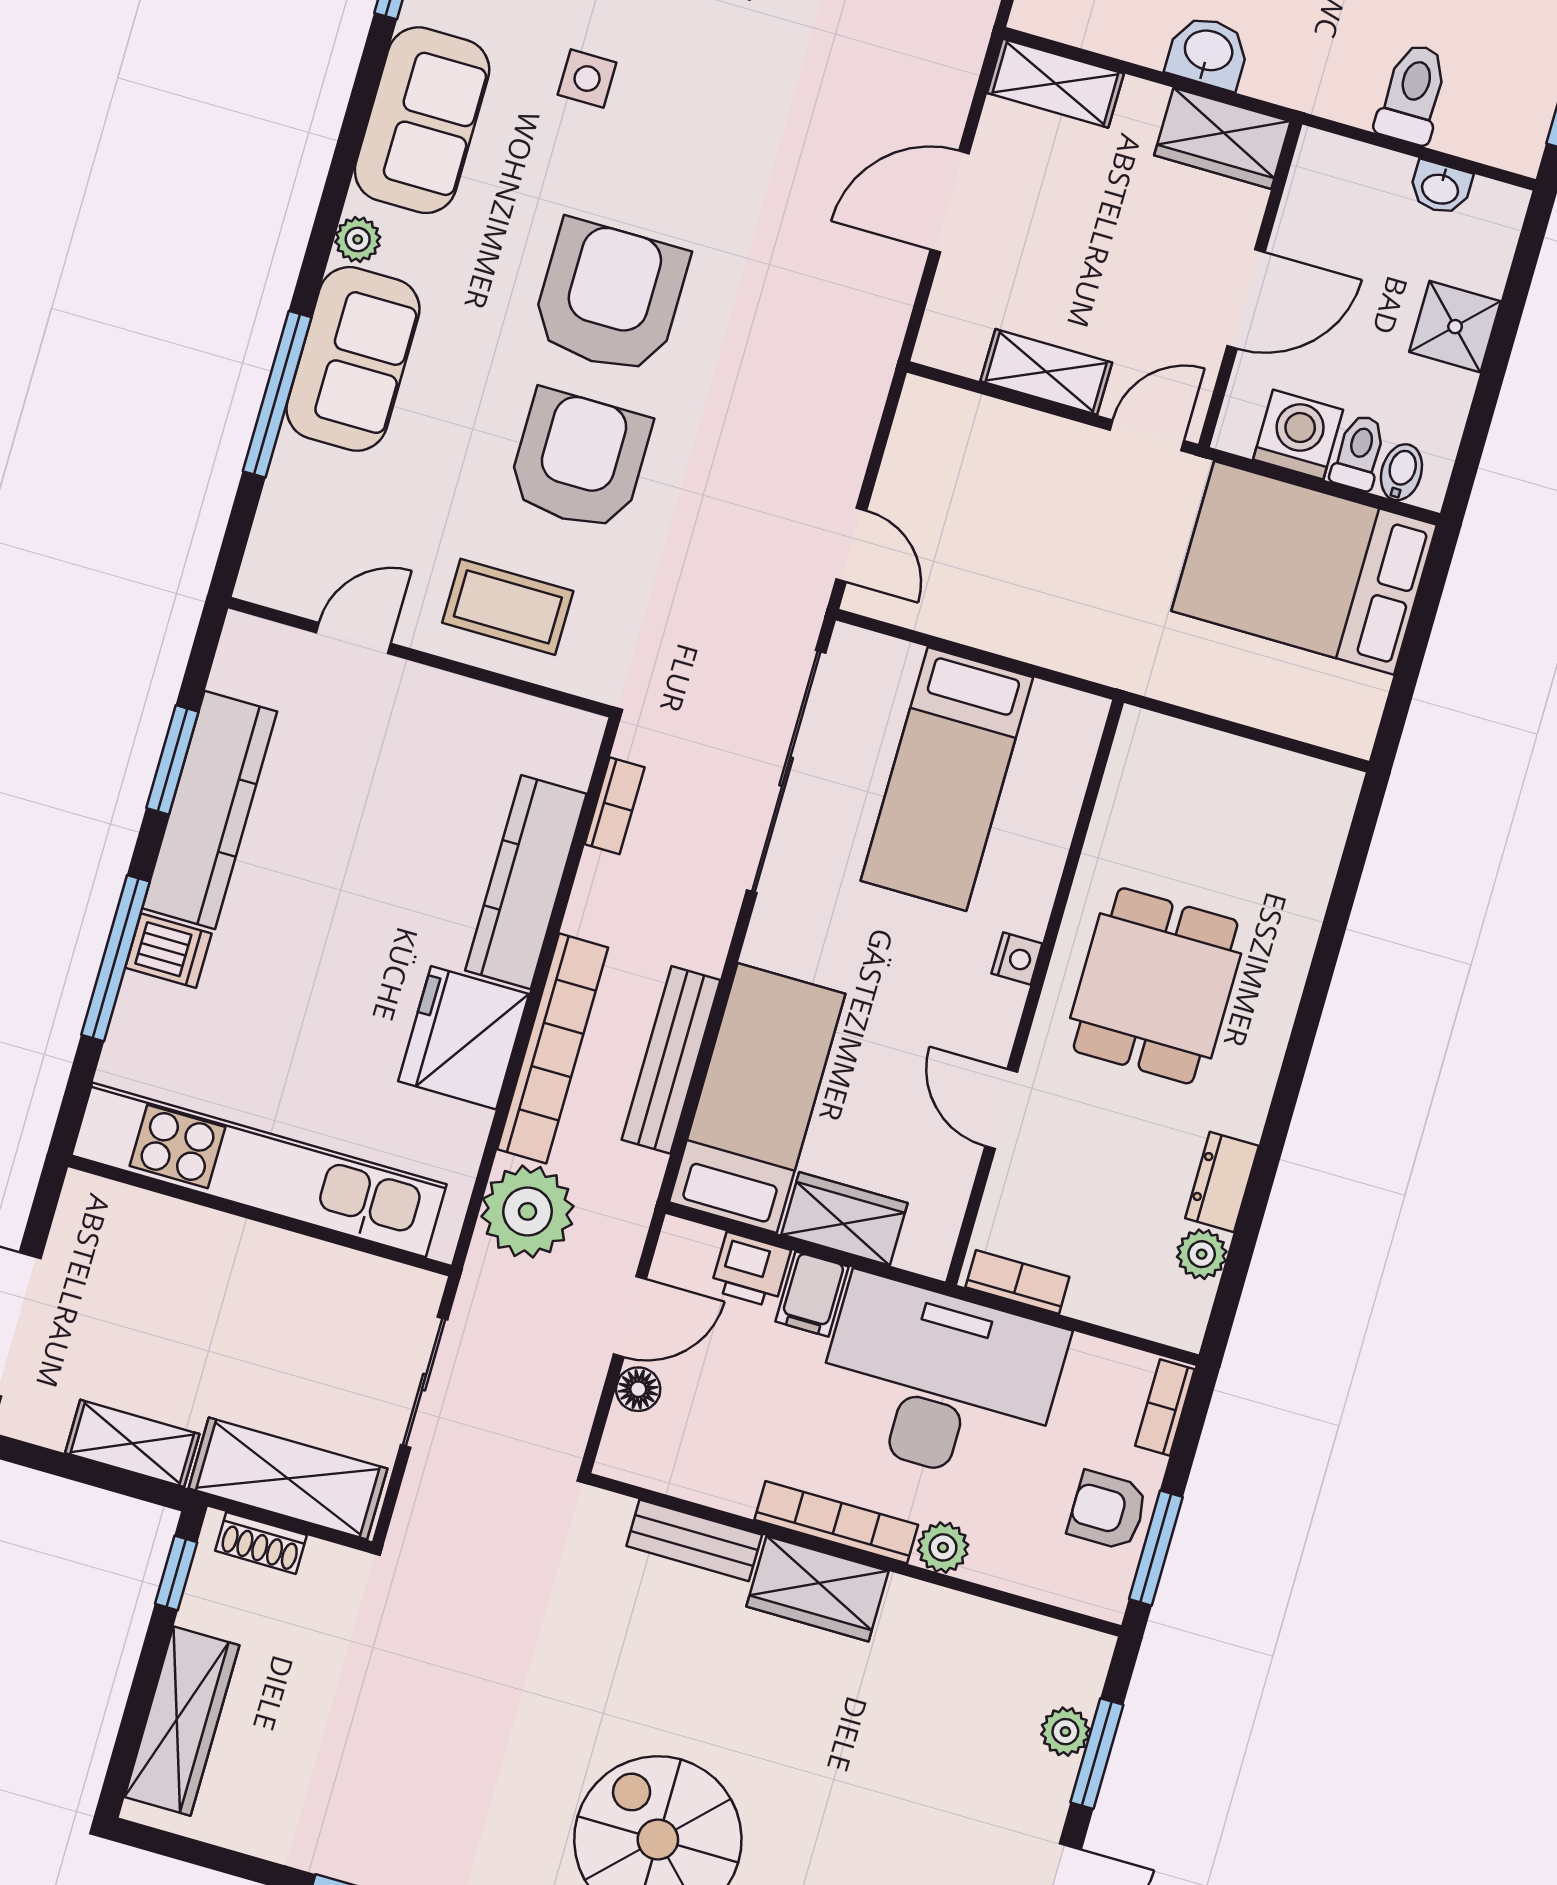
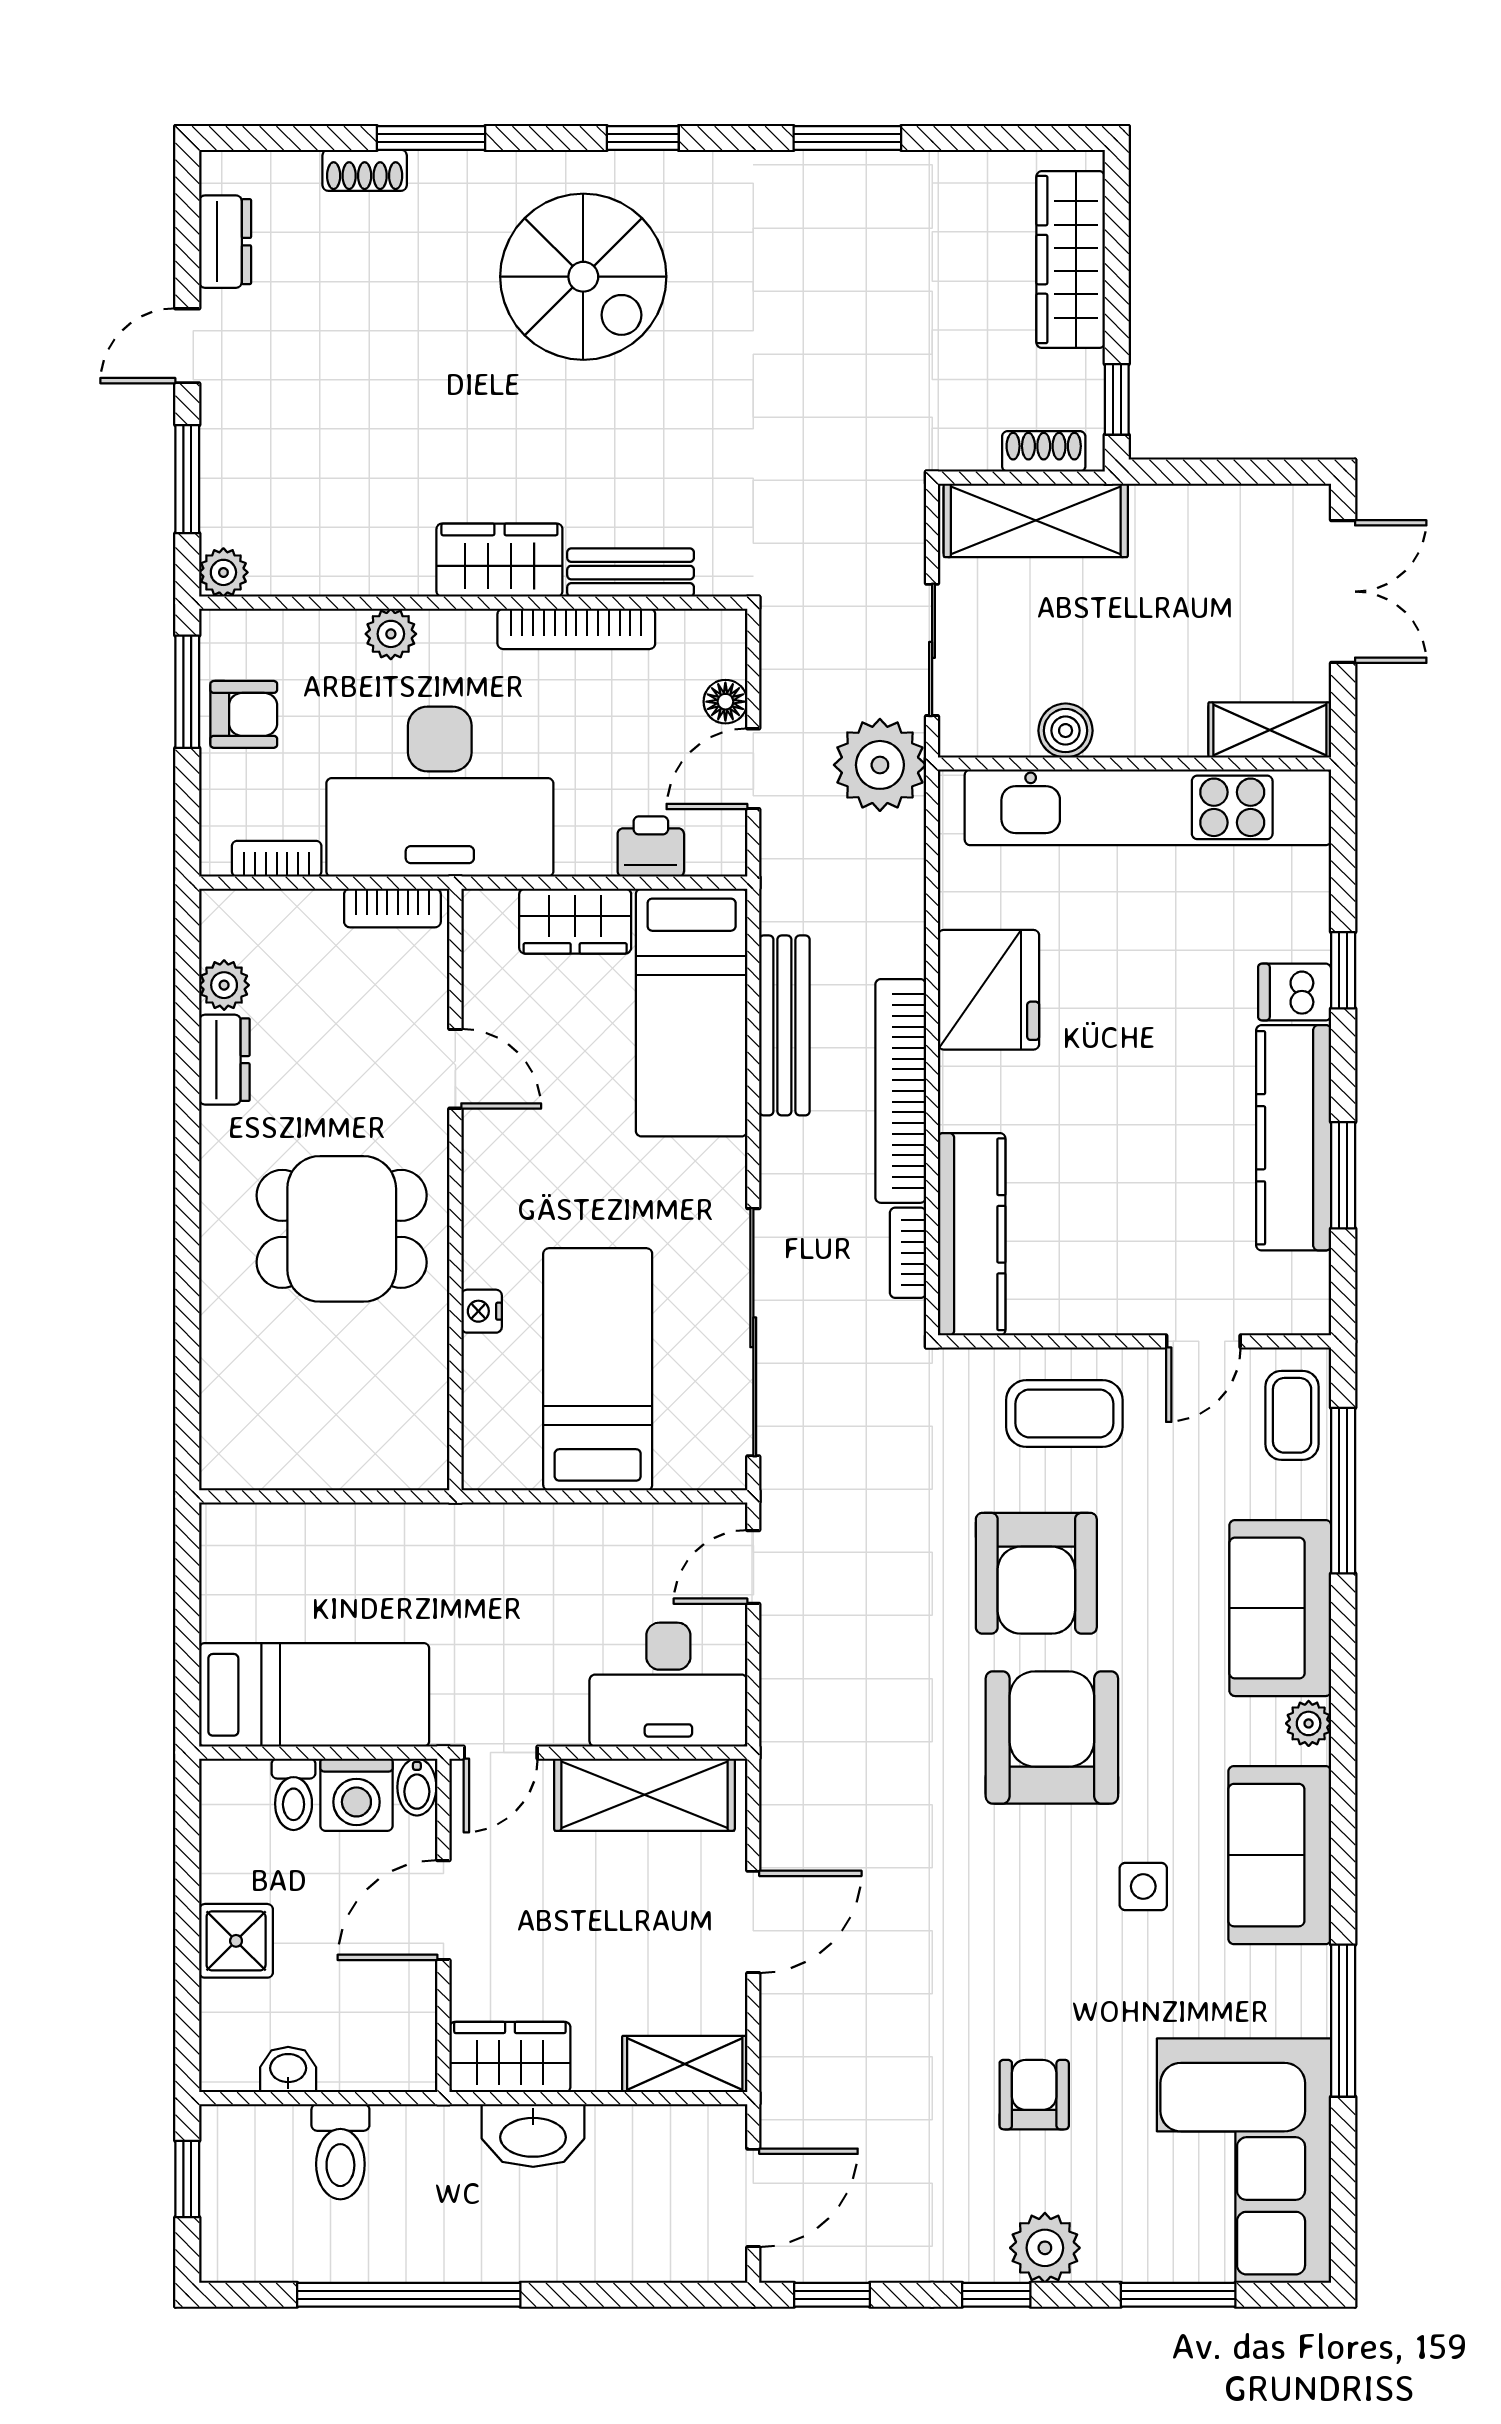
washbasin: (1208, 52) -> (533, 2135), width x1.38
side table: (587, 79) -> (1143, 1886), moved
armchair: (610, 297) -> (1052, 1737), turned 180
shelving: (1046, 372) -> (644, 1795), width x1.50, depth x1.33
window: (277, 394) -> (1343, 1491), moved
desk: (966, 455) -> (668, 1685), added
bidet: (1401, 472) -> (417, 1787), moved
coffee table: (288, 542) -> (1292, 1415), added
door: (851, 545) -> (753, 1567), hinge flipped
bed: (1304, 568) -> (314, 1695), width x0.67
kitchen counter: (526, 882) -> (972, 1234), moved
window: (115, 958) -> (1343, 970), width x0.46
nightstand: (1017, 959) -> (482, 1311), moved
dining table: (1156, 986) -> (342, 1229), turned 90
bookcase: (553, 1048) -> (901, 1091), moved
plant: (528, 1211) -> (880, 765), moved
boiler: (317, 1267) -> (1066, 731), added
filing cabinet: (812, 1294) -> (585, 840), removed
bookcase: (1165, 1407) -> (277, 859), moved, turned -90
shelving: (132, 1443) -> (1270, 730), moved
bookcase: (836, 1522) -> (576, 629), moved
plant: (1065, 1732) -> (223, 572), moved

